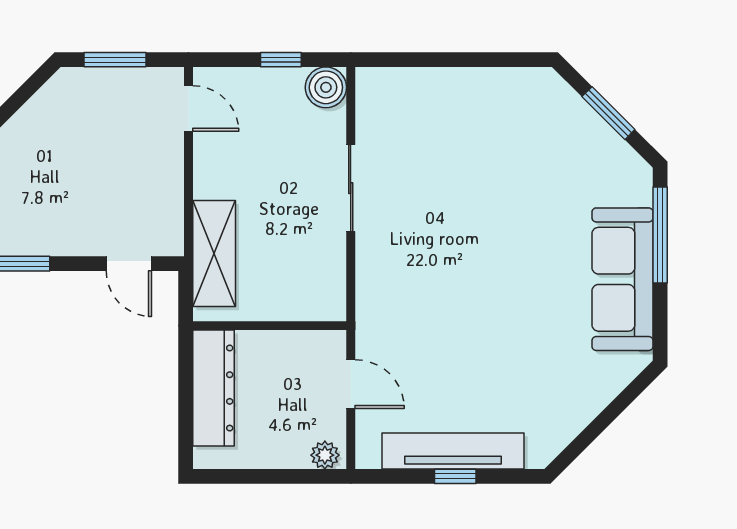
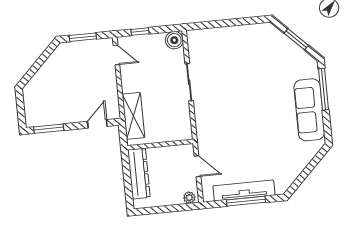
window: (281, 60) -> (140, 32), moved
door: (129, 264) -> (97, 124), swing flipped
window: (455, 476) -> (246, 201), width x2.17

